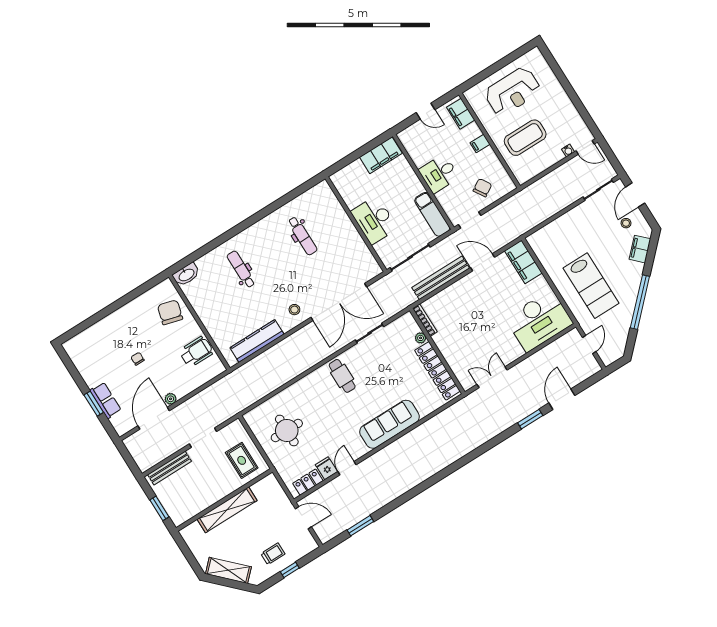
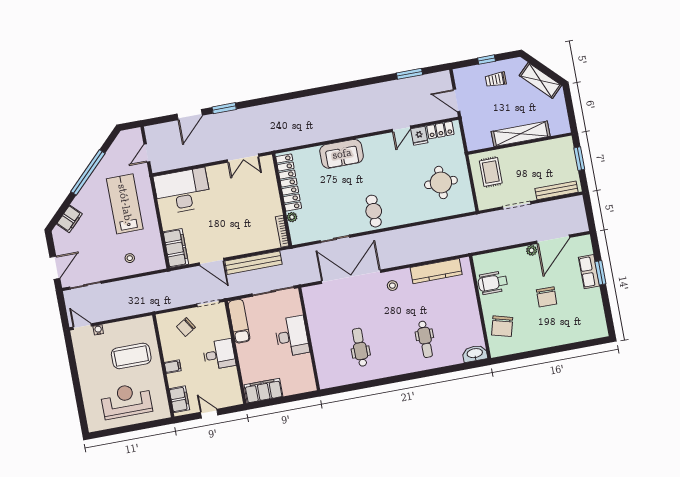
stool: (626, 223) -> (130, 258), moved
chair: (138, 359) -> (547, 297), width x1.87, depth x1.87
sofa: (389, 424) -> (342, 154), width x0.73

